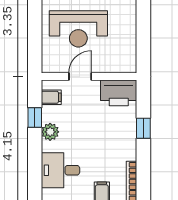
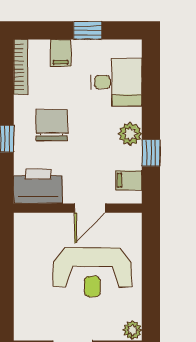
reception desk: (78, 29) -> (92, 272), turned 180
chair: (108, 138) -> (52, 125), added

